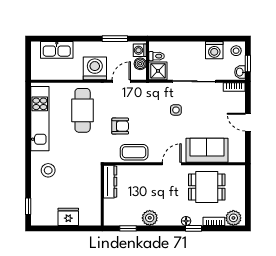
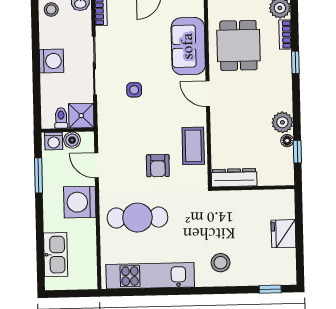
washing machine: (214, 50) -> (52, 61), moved
armchair: (120, 126) -> (158, 166), turned 180
floor lamp: (186, 221) -> (287, 141), moved

